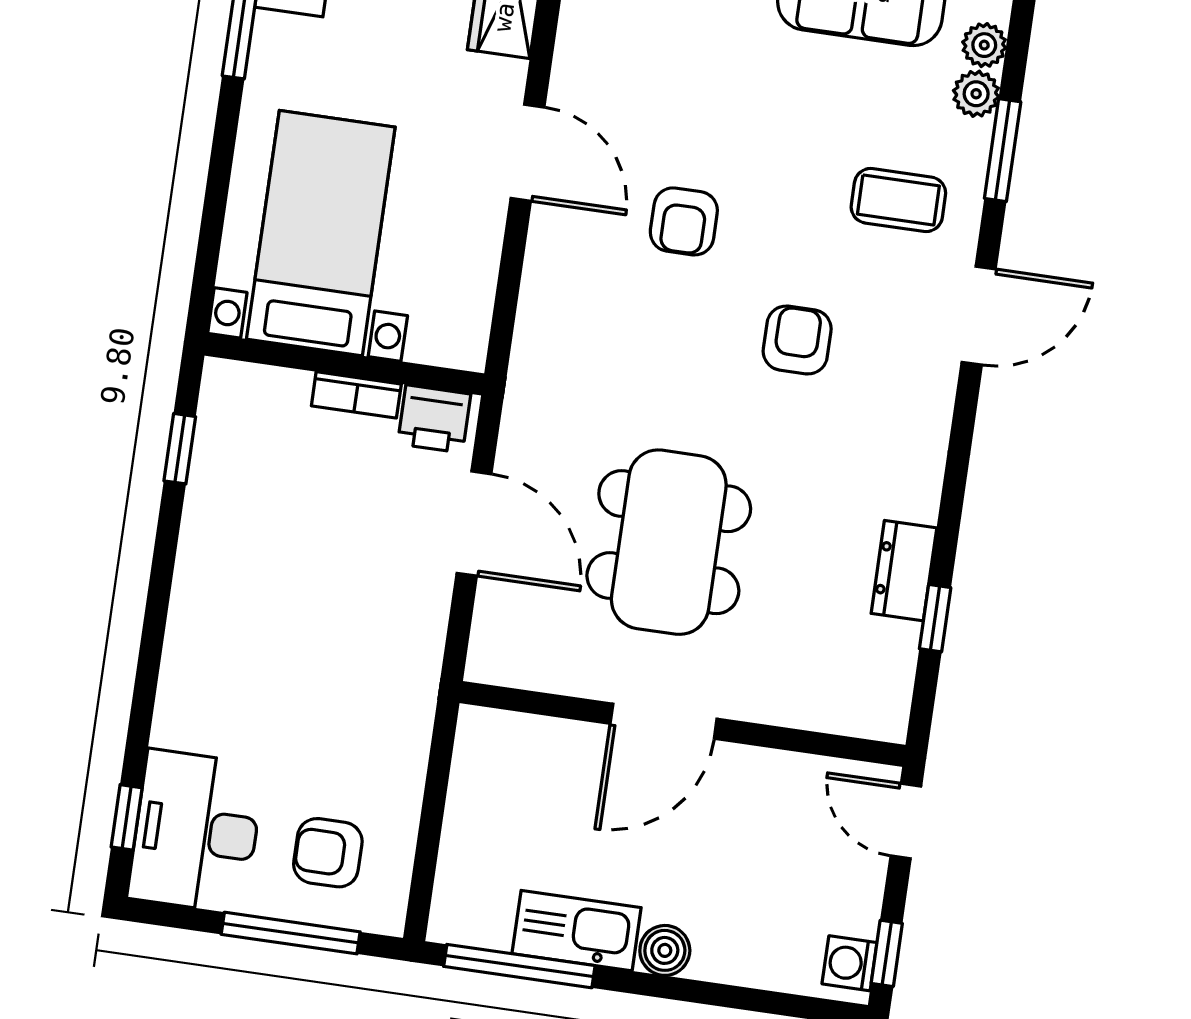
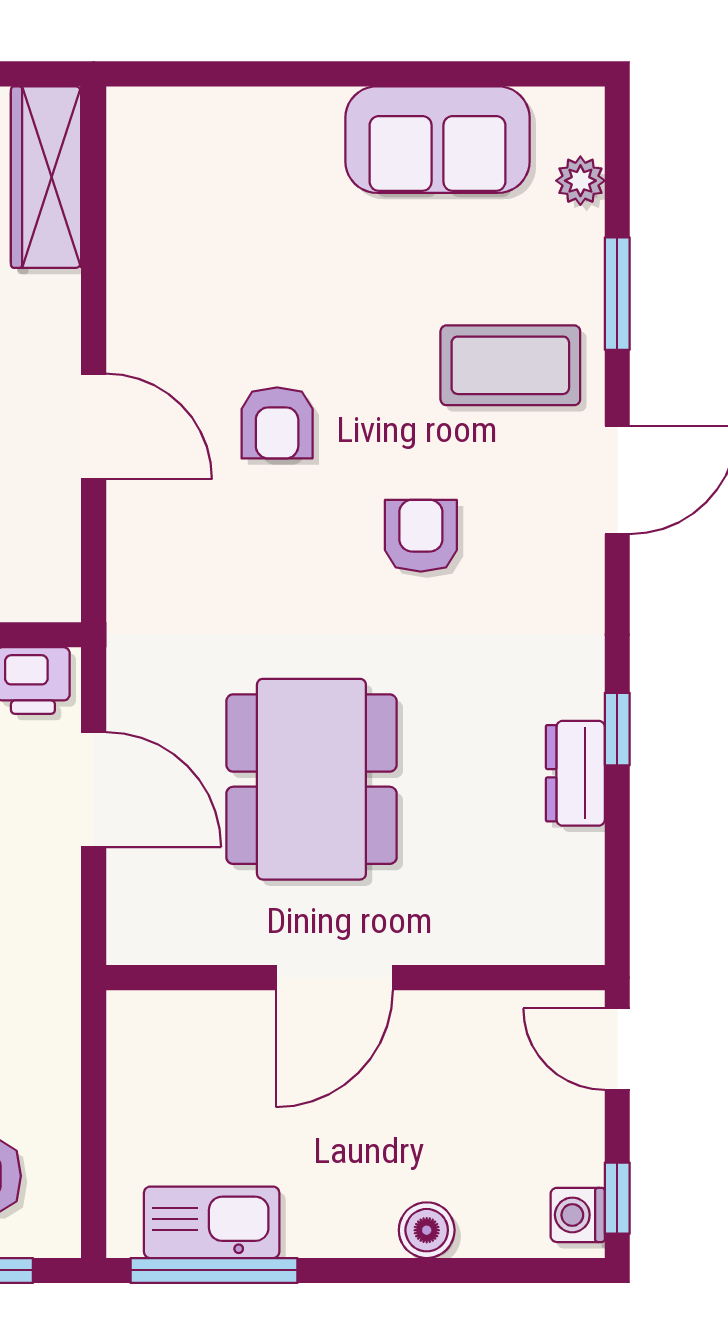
plant: (976, 94) -> (579, 236), removed
door: (528, 153) -> (94, 427), moved
coffee table: (898, 200) -> (510, 365), width x1.36, depth x1.30
window: (935, 618) -> (617, 729), moved
kitchen sink: (577, 931) -> (212, 1222), moved
boiler: (665, 950) -> (427, 1230), moved

